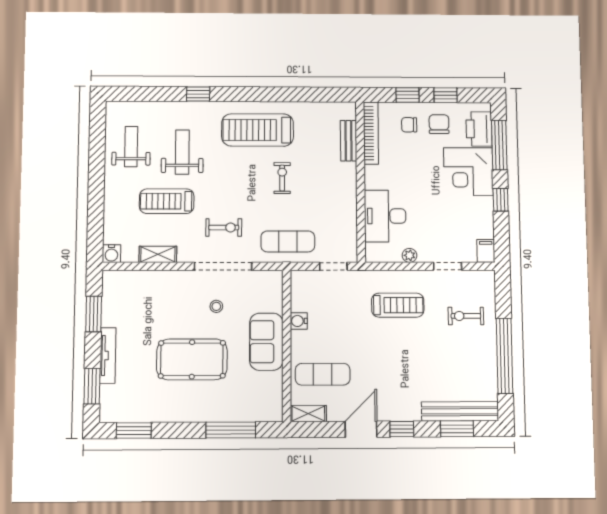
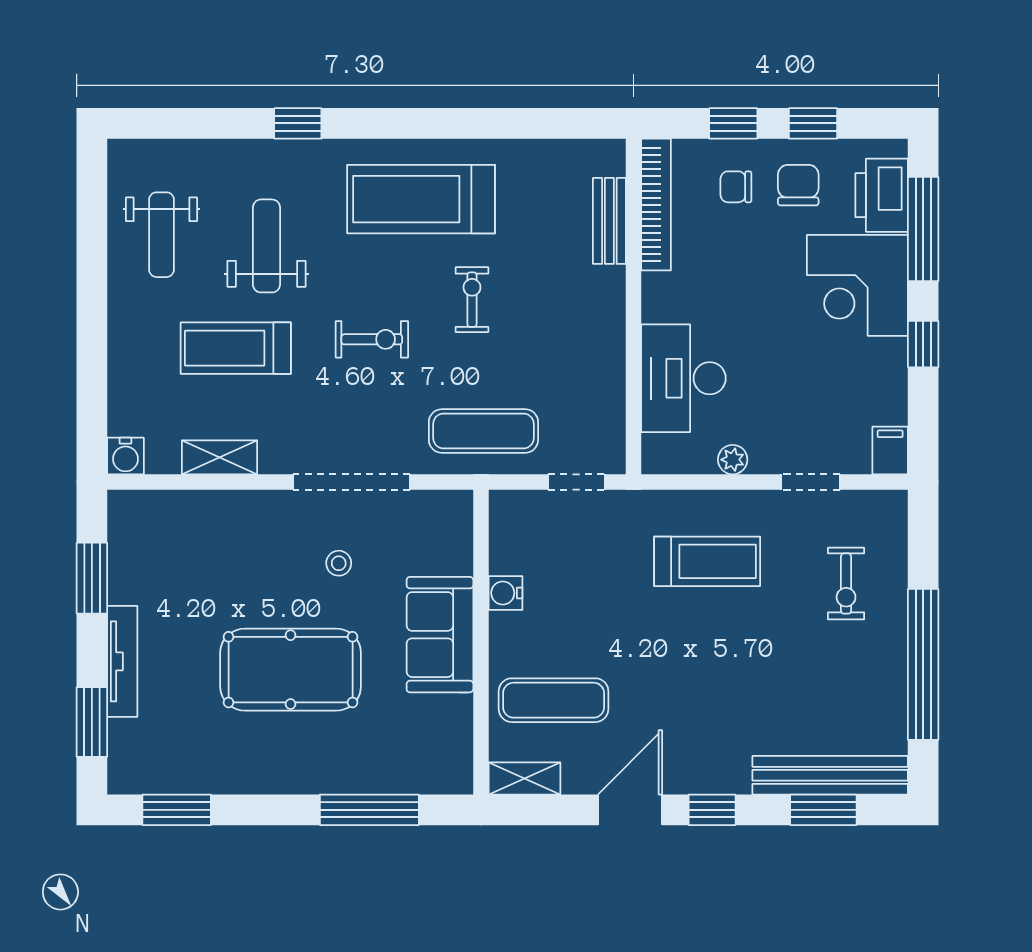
weight bench: (131, 147) -> (162, 235), turned 180
exercise bike: (224, 228) -> (372, 339), moved
exercise bike: (466, 316) -> (846, 584), turned -90

